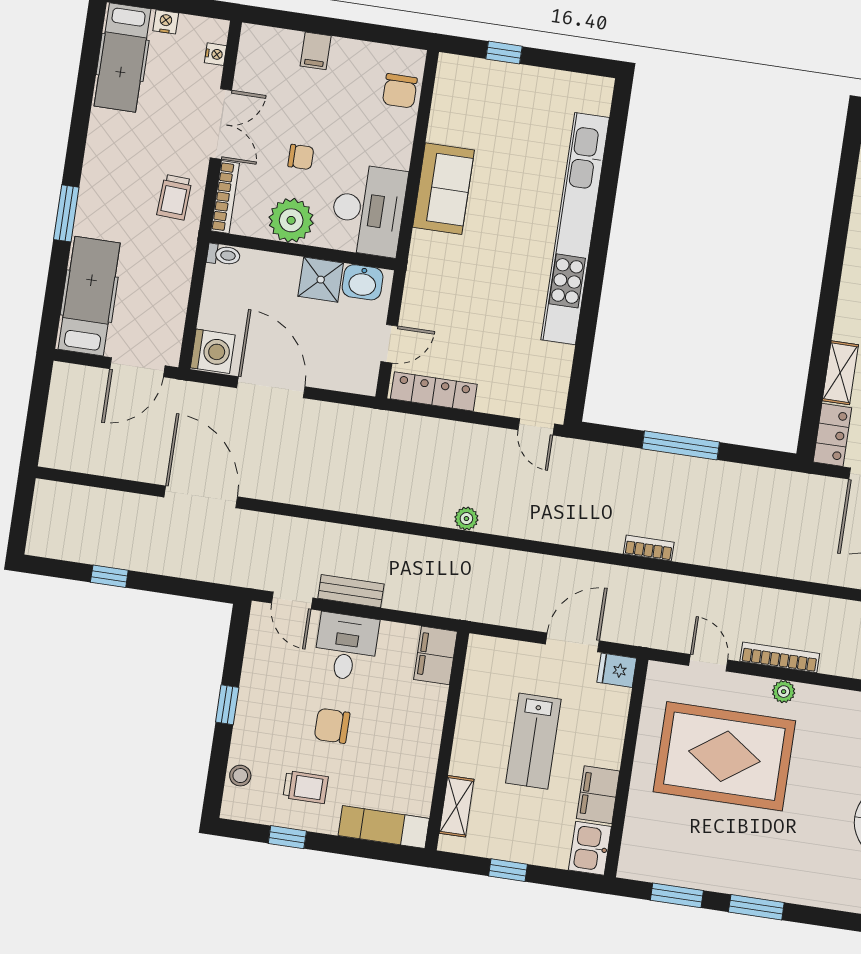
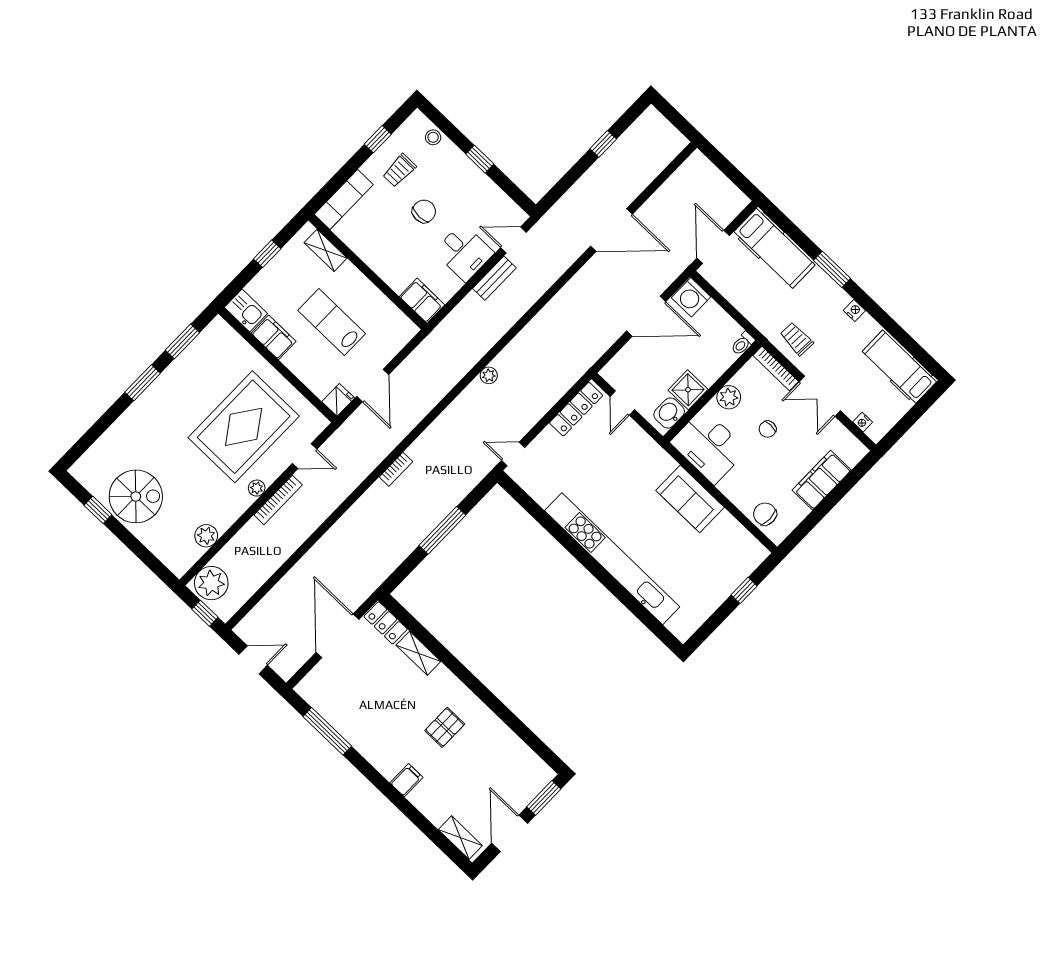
nightstand: (166, 22) -> (854, 310), moved, turned -90
filing cabinet: (316, 51) -> (822, 480), width x3.00, depth x1.17
plant: (291, 220) -> (729, 397), width x0.73, depth x0.73

